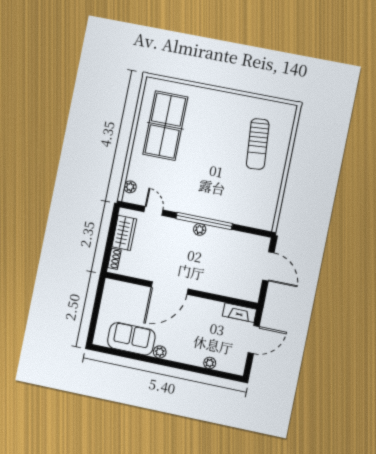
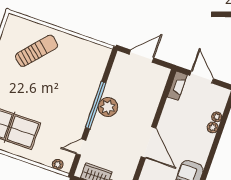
sun lounger: (258, 144) -> (37, 51), turned -44
plant: (200, 229) -> (108, 107), width x1.88, depth x1.88
plant: (160, 352) -> (213, 128), moved

